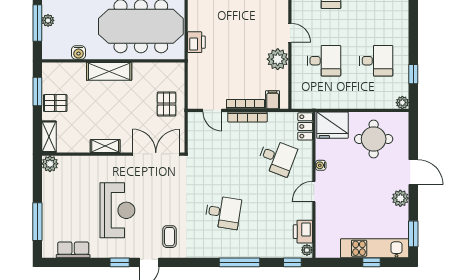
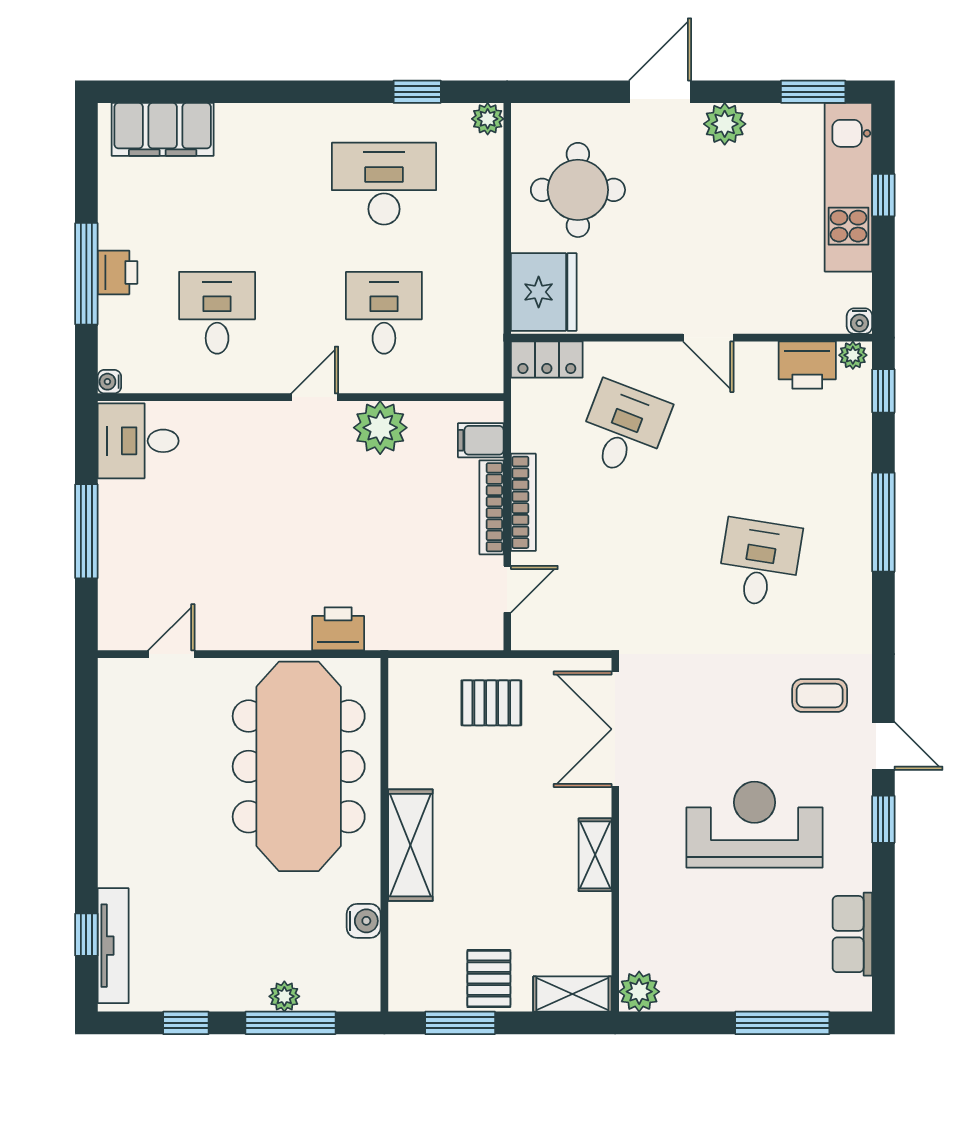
desk: (376, 61) -> (384, 184), width x1.37
water cooler: (321, 165) -> (859, 321), moved

